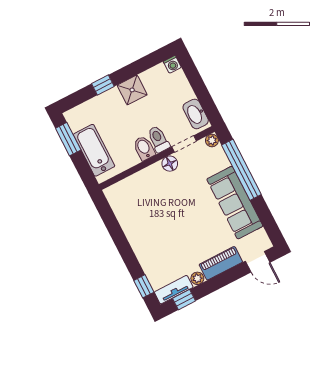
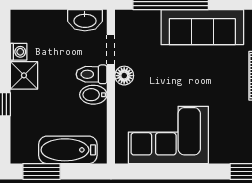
washing machine: (172, 64) -> (19, 52), moved
plant: (212, 140) -> (123, 17), removed
corner sofa: (143, 218) -> (168, 135), added

